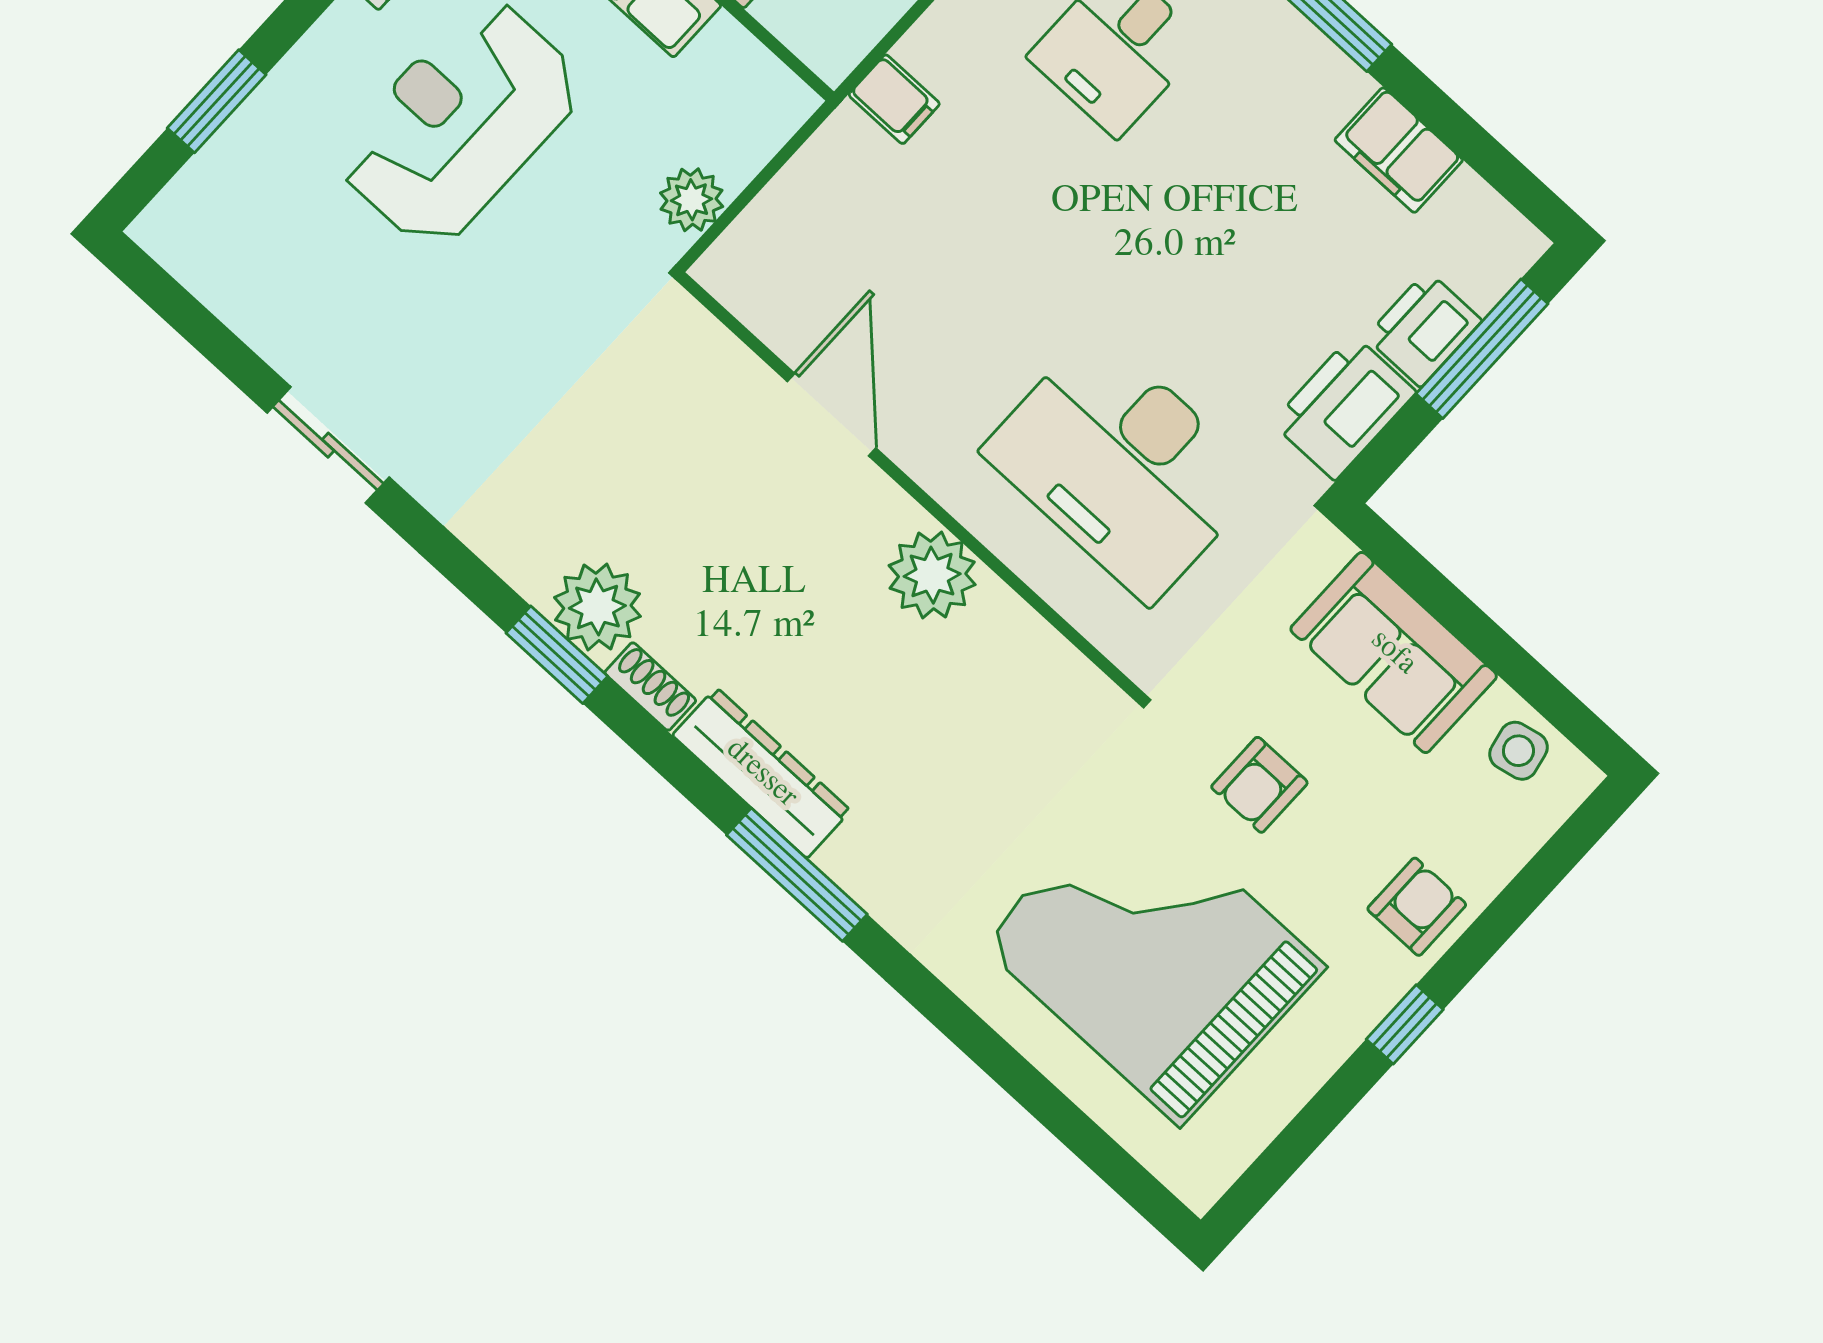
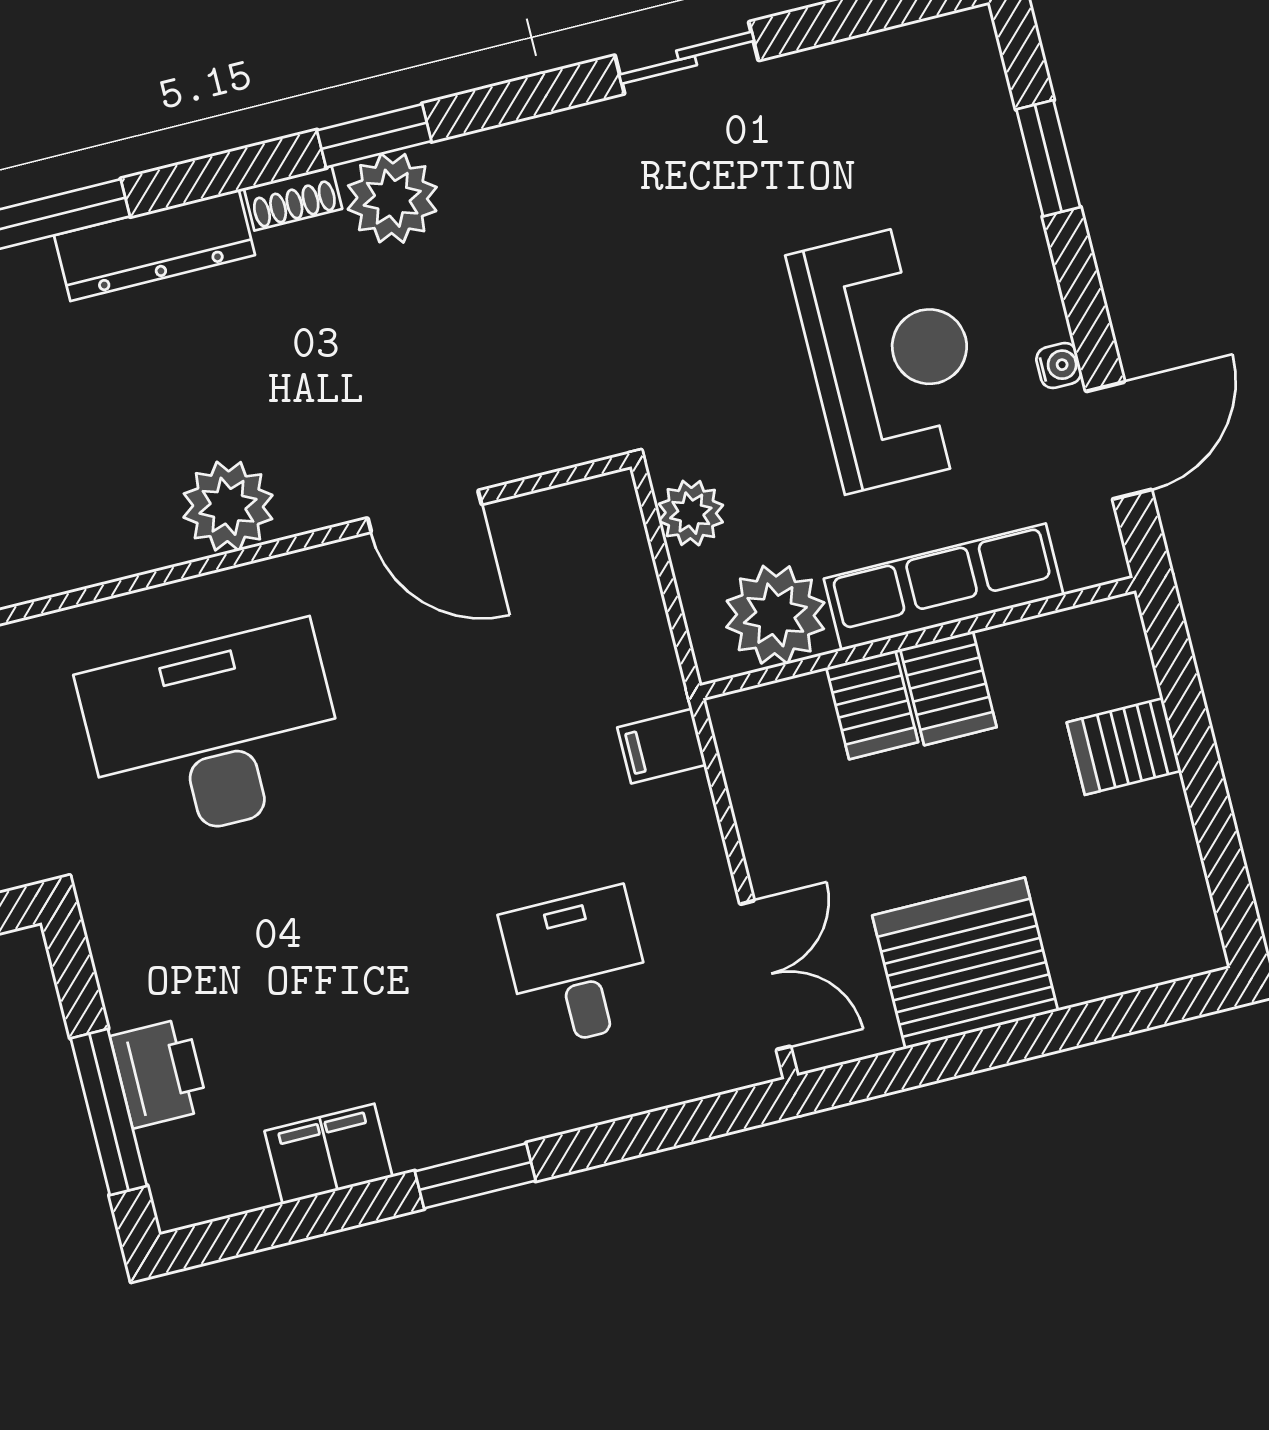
plant: (728, 78) -> (775, 615), added
printer: (1344, 407) -> (137, 959), removed

